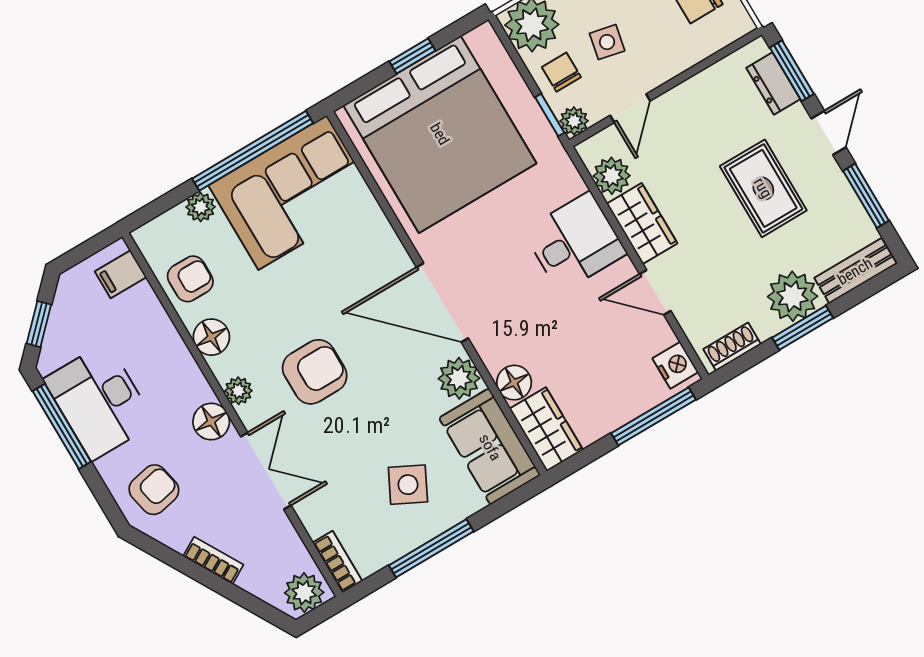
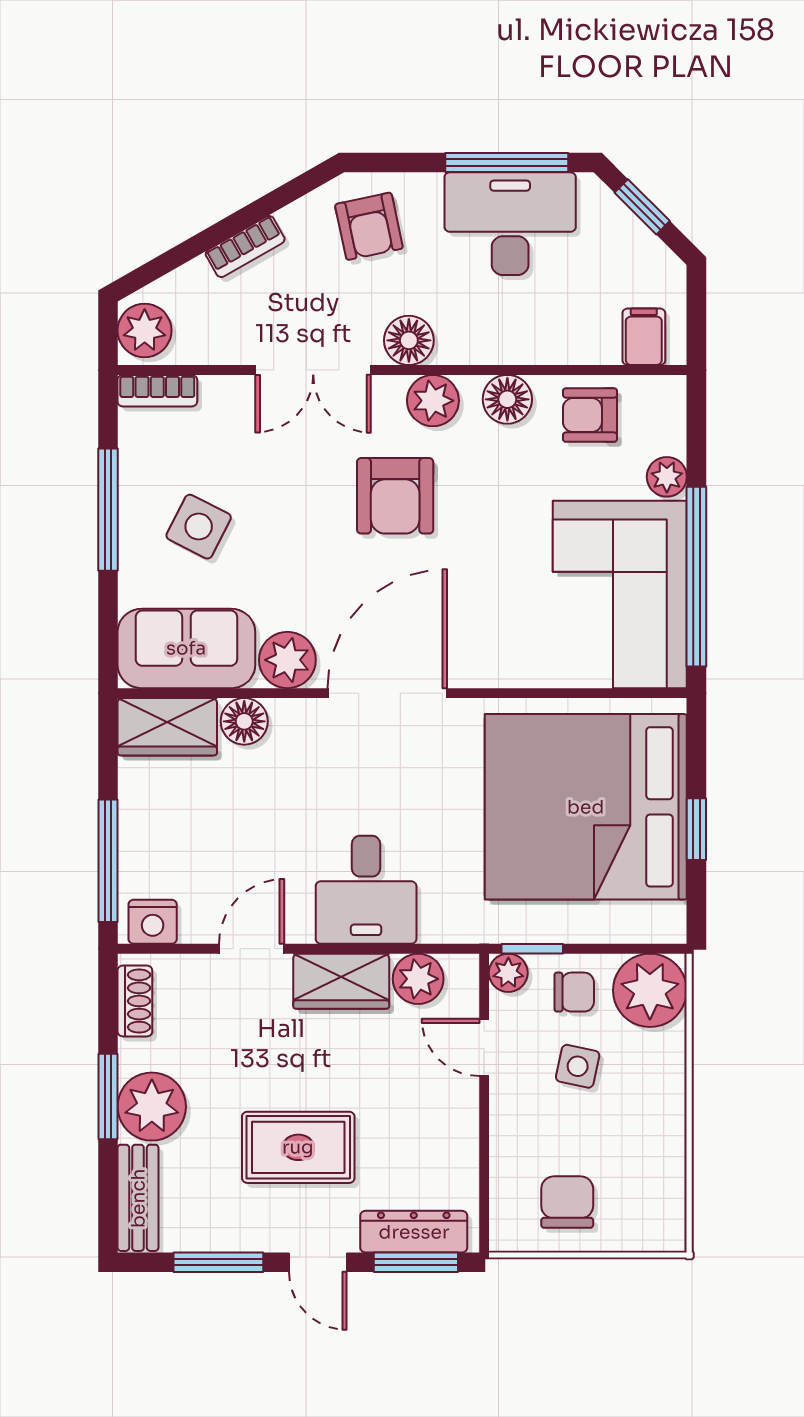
dresser: (773, 84) -> (414, 1232), width x1.44
armchair: (190, 279) -> (590, 415), turned 90
plant: (238, 391) -> (433, 401), width x1.38, depth x1.38

